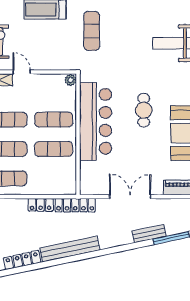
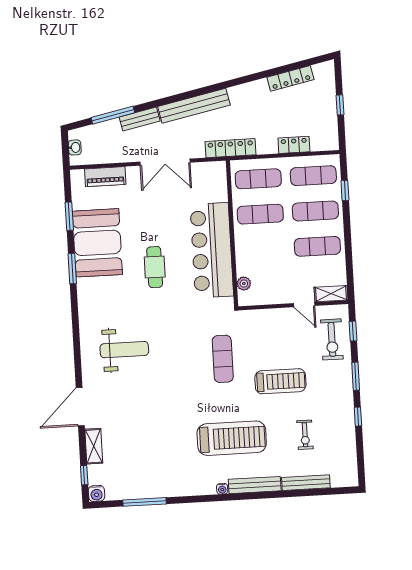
plant: (71, 80) -> (244, 283), moved
exercise mat: (54, 120) -> (258, 179), moved
locker: (41, 205) -> (294, 145), moved
bench: (70, 249) -> (194, 106), moved

